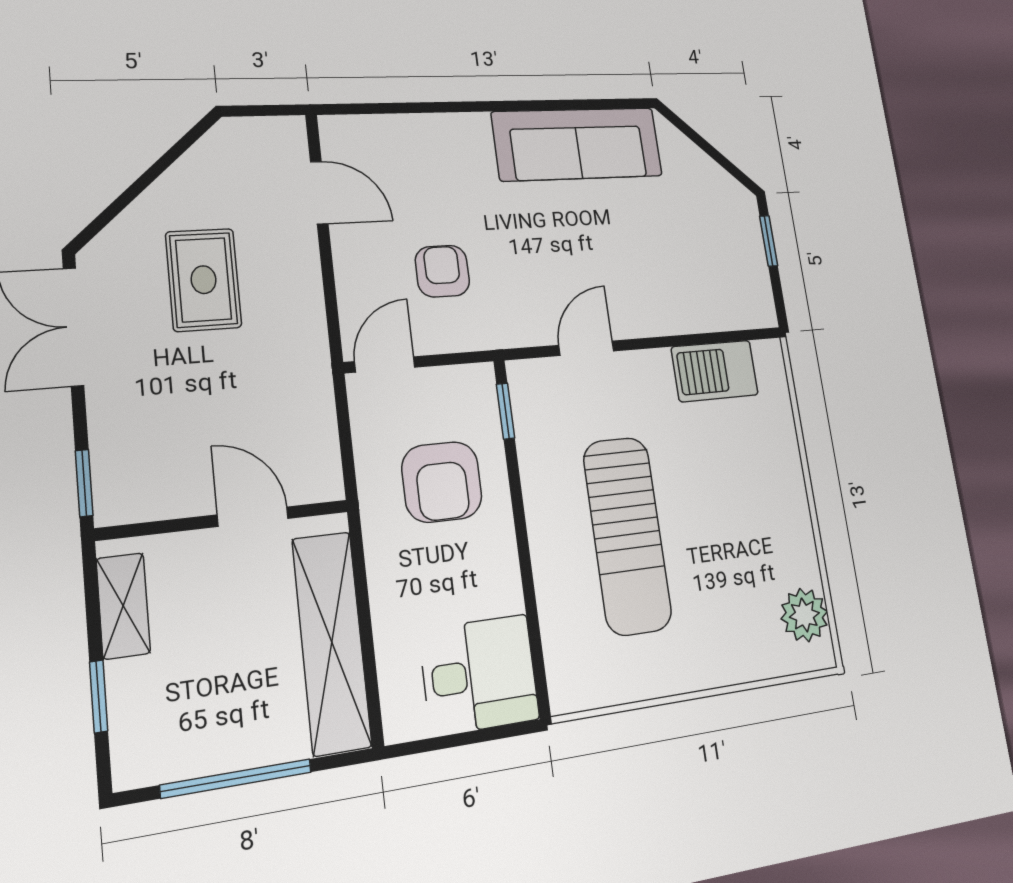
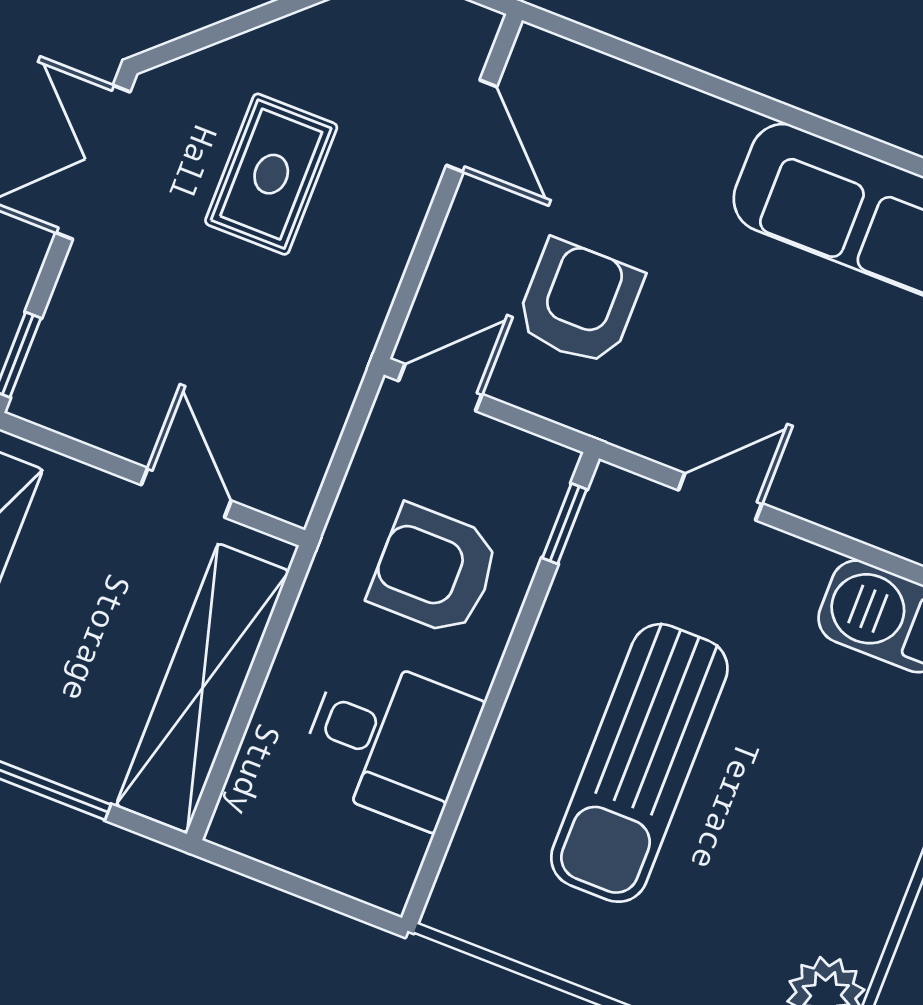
armchair: (442, 271) -> (579, 303), width x1.38, depth x1.38
armchair: (442, 482) -> (434, 570), turned 90
desk: (479, 675) -> (389, 740), moved

